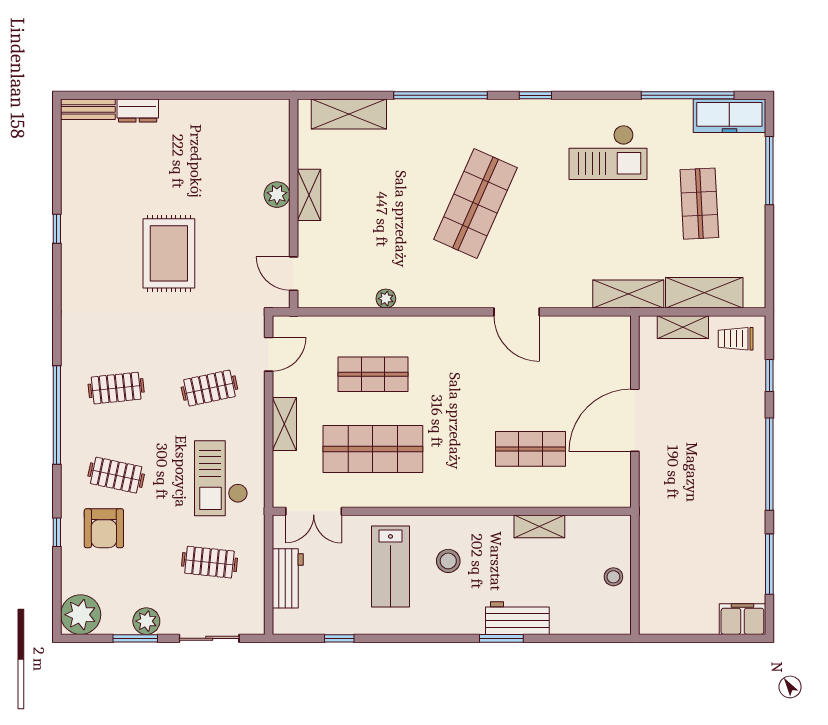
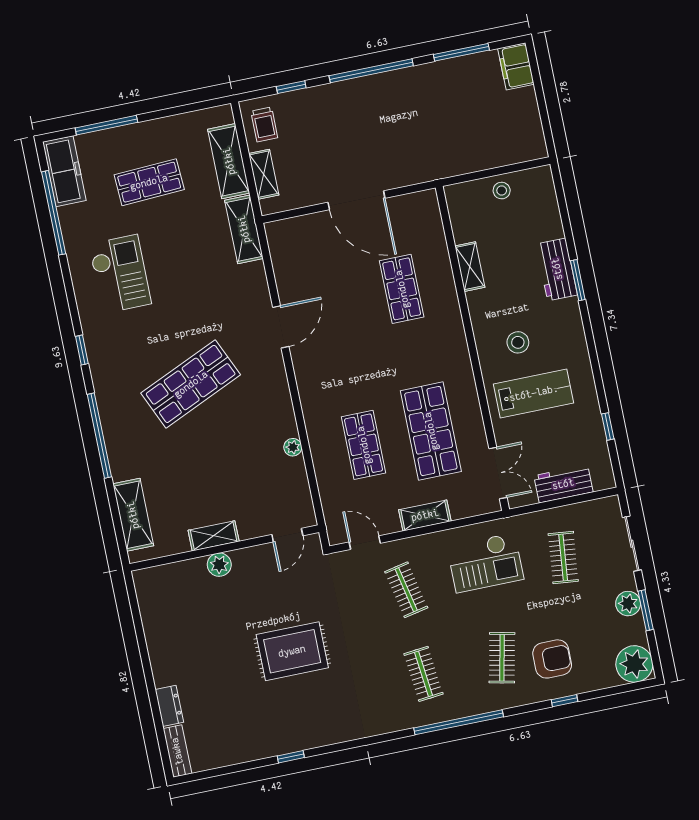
shop shelf: (476, 204) -> (191, 384), turned -48

